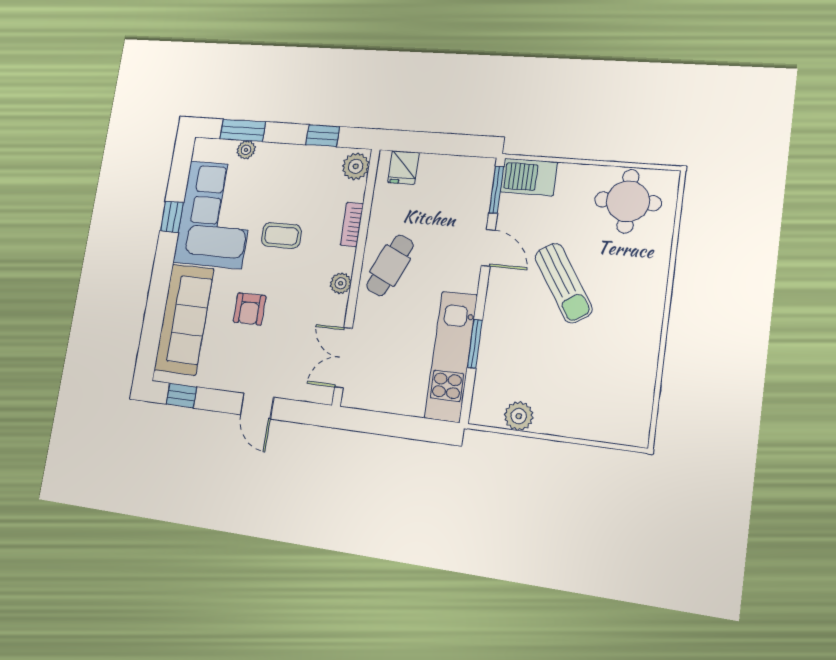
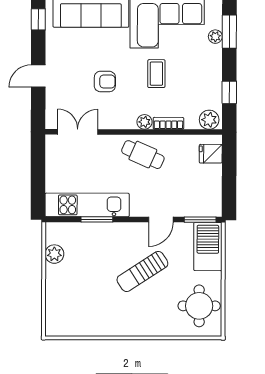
barbecue: (529, 177) -> (208, 247), width x1.37, depth x1.21
plant: (341, 283) -> (144, 122), moved
armchair: (250, 309) -> (105, 82), moved, turned 180

